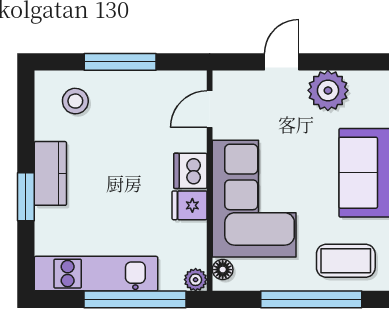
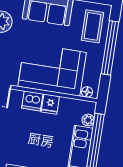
plant: (196, 280) -> (88, 120), moved

